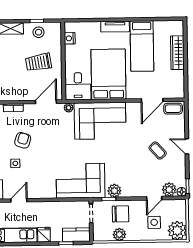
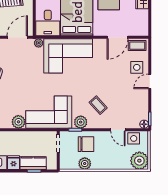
side table: (173, 132) -> (137, 67), added
door: (187, 146) -> (150, 81), hinge flipped
coffee table: (158, 151) -> (98, 105), moved
plant: (169, 190) -> (18, 122), moved
door: (154, 198) -> (118, 130), hinge flipped
side table: (154, 222) -> (134, 138), moved
kitchen counter: (76, 235) -> (33, 163), moved

